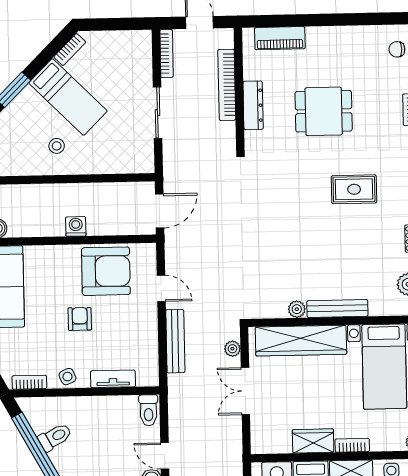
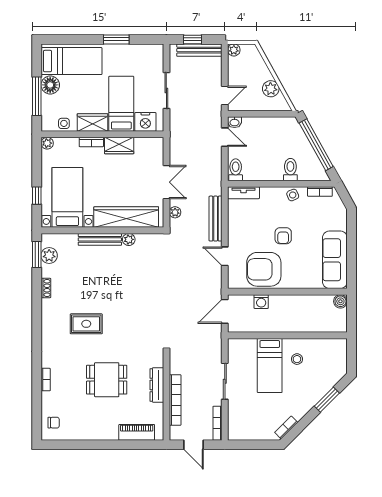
bed: (68, 97) -> (270, 365), moved, turned -135
washing machine: (76, 226) -> (261, 302), moved
tv unit: (113, 379) -> (243, 193), moved
toilet: (55, 437) -> (290, 170), moved, turned 119

